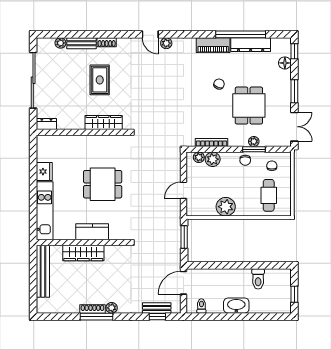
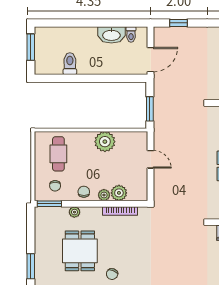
double door: (294, 127) -> (31, 228), removed
window: (254, 149) -> (49, 204), moved
plant: (199, 157) -> (104, 195), moved
door: (183, 190) -> (151, 159), hinge flipped
window: (294, 294) -> (31, 47), width x1.50
washbasin: (236, 306) -> (111, 35), moved
bench: (157, 308) -> (179, 32), removed

